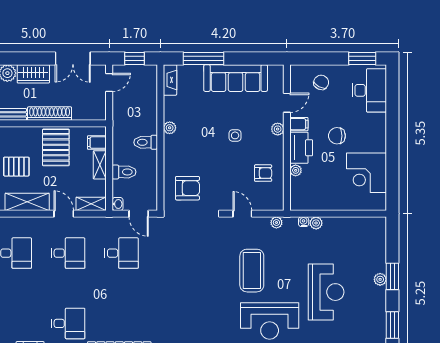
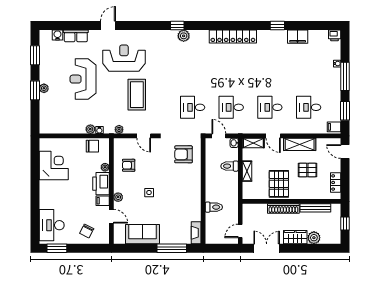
window: (135, 59) -> (222, 248), removed
sofa: (236, 78) -> (143, 234), width x0.73
door: (287, 103) -> (111, 216), swing flipped
plant: (170, 128) -> (196, 198), removed
chair: (337, 136) -> (92, 146), moved
toilet: (146, 142) -> (214, 207), moved
filing cabinet: (97, 143) -> (249, 187), removed
desk: (68, 323) -> (193, 107), moved

